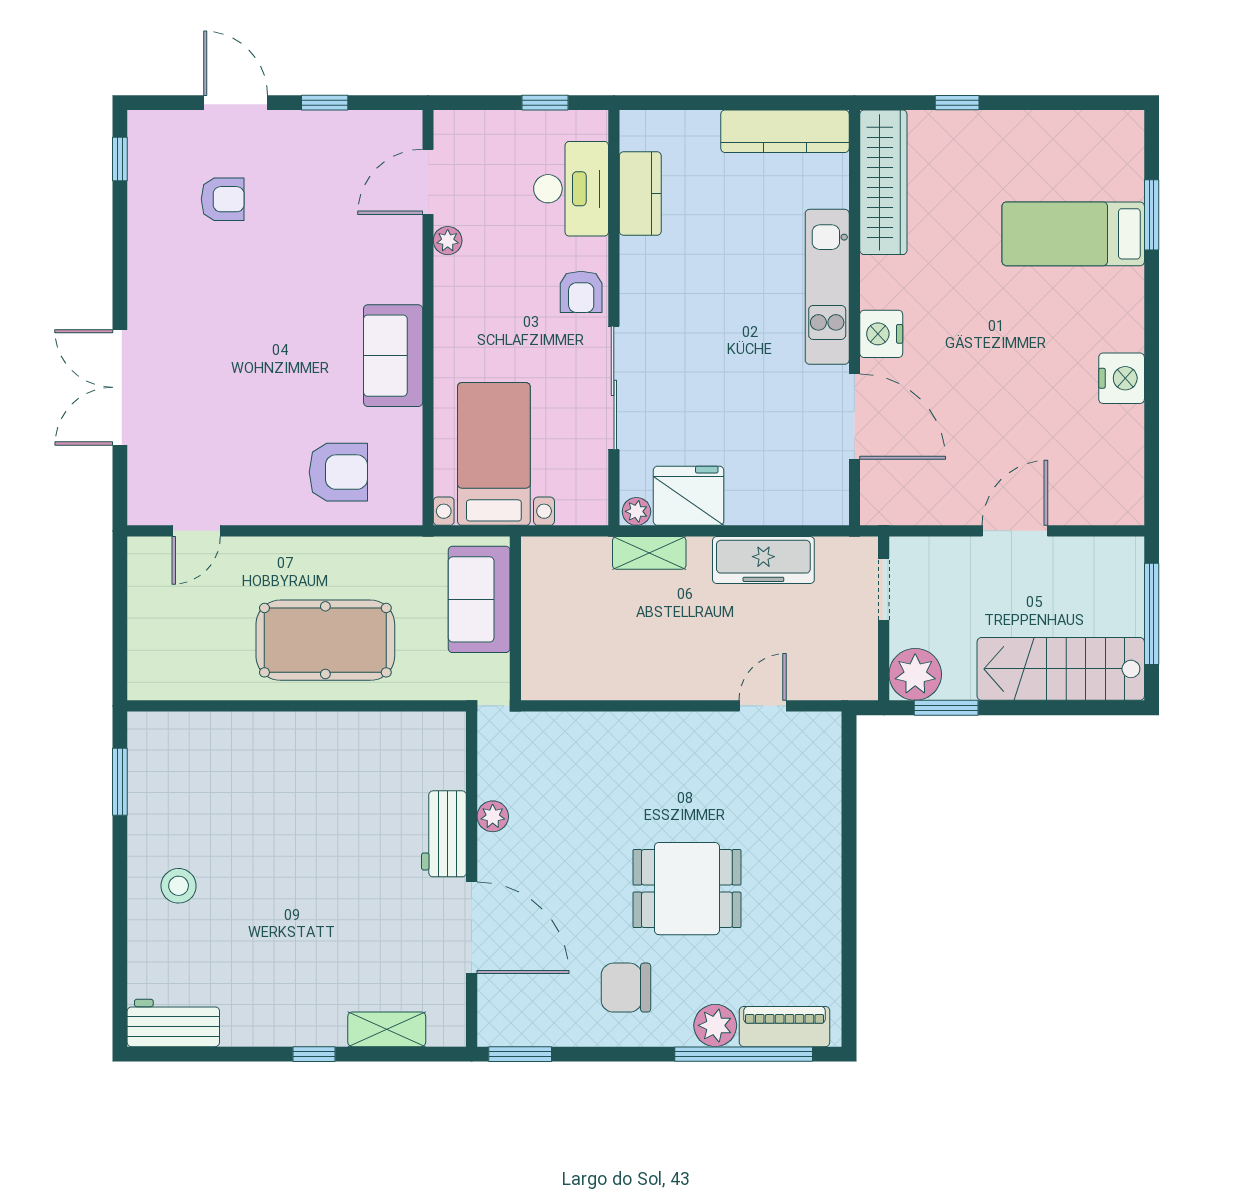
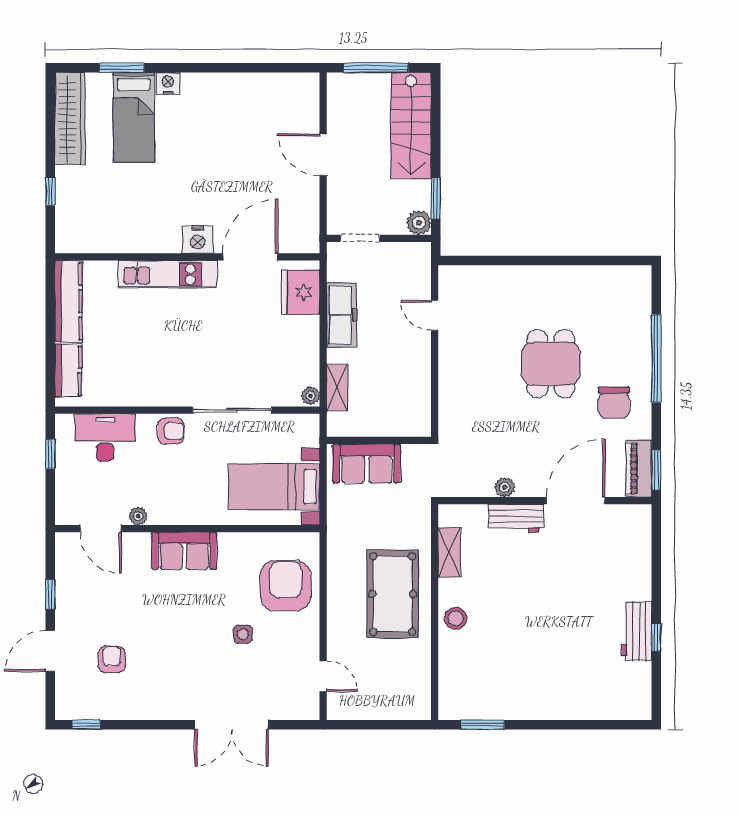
wardrobe: (883, 182) -> (70, 118), moved, turned 90
kitchen counter: (640, 194) -> (68, 371), moved, turned 90
sofa: (393, 356) -> (184, 551), moved
nightstand: (1122, 378) -> (168, 83), moved, width x0.74, depth x0.75
side table: (262, 405) -> (243, 634), added
armchair: (338, 472) -> (286, 586), width x1.36, depth x1.36
fridge: (689, 496) -> (301, 292), moved
sofa: (479, 599) -> (367, 463), moved
wall: (515, 618) -> (379, 440), moved
plant: (915, 674) -> (419, 223), width x0.73, depth x0.73
stool: (179, 886) -> (456, 618), moved
workbench: (173, 1023) -> (636, 631), moved
plant: (715, 1025) -> (638, 346), removed
piano: (785, 1027) -> (639, 468), moved
shelving: (387, 1029) -> (449, 552), moved
window: (314, 1054) -> (656, 638), moved
window: (744, 1054) -> (656, 359), moved

